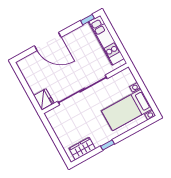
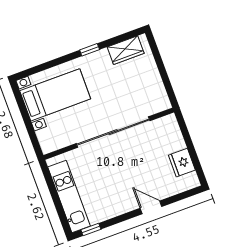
door: (48, 41) -> (151, 207), width x0.53
fridge: (44, 99) -> (182, 163), moved

